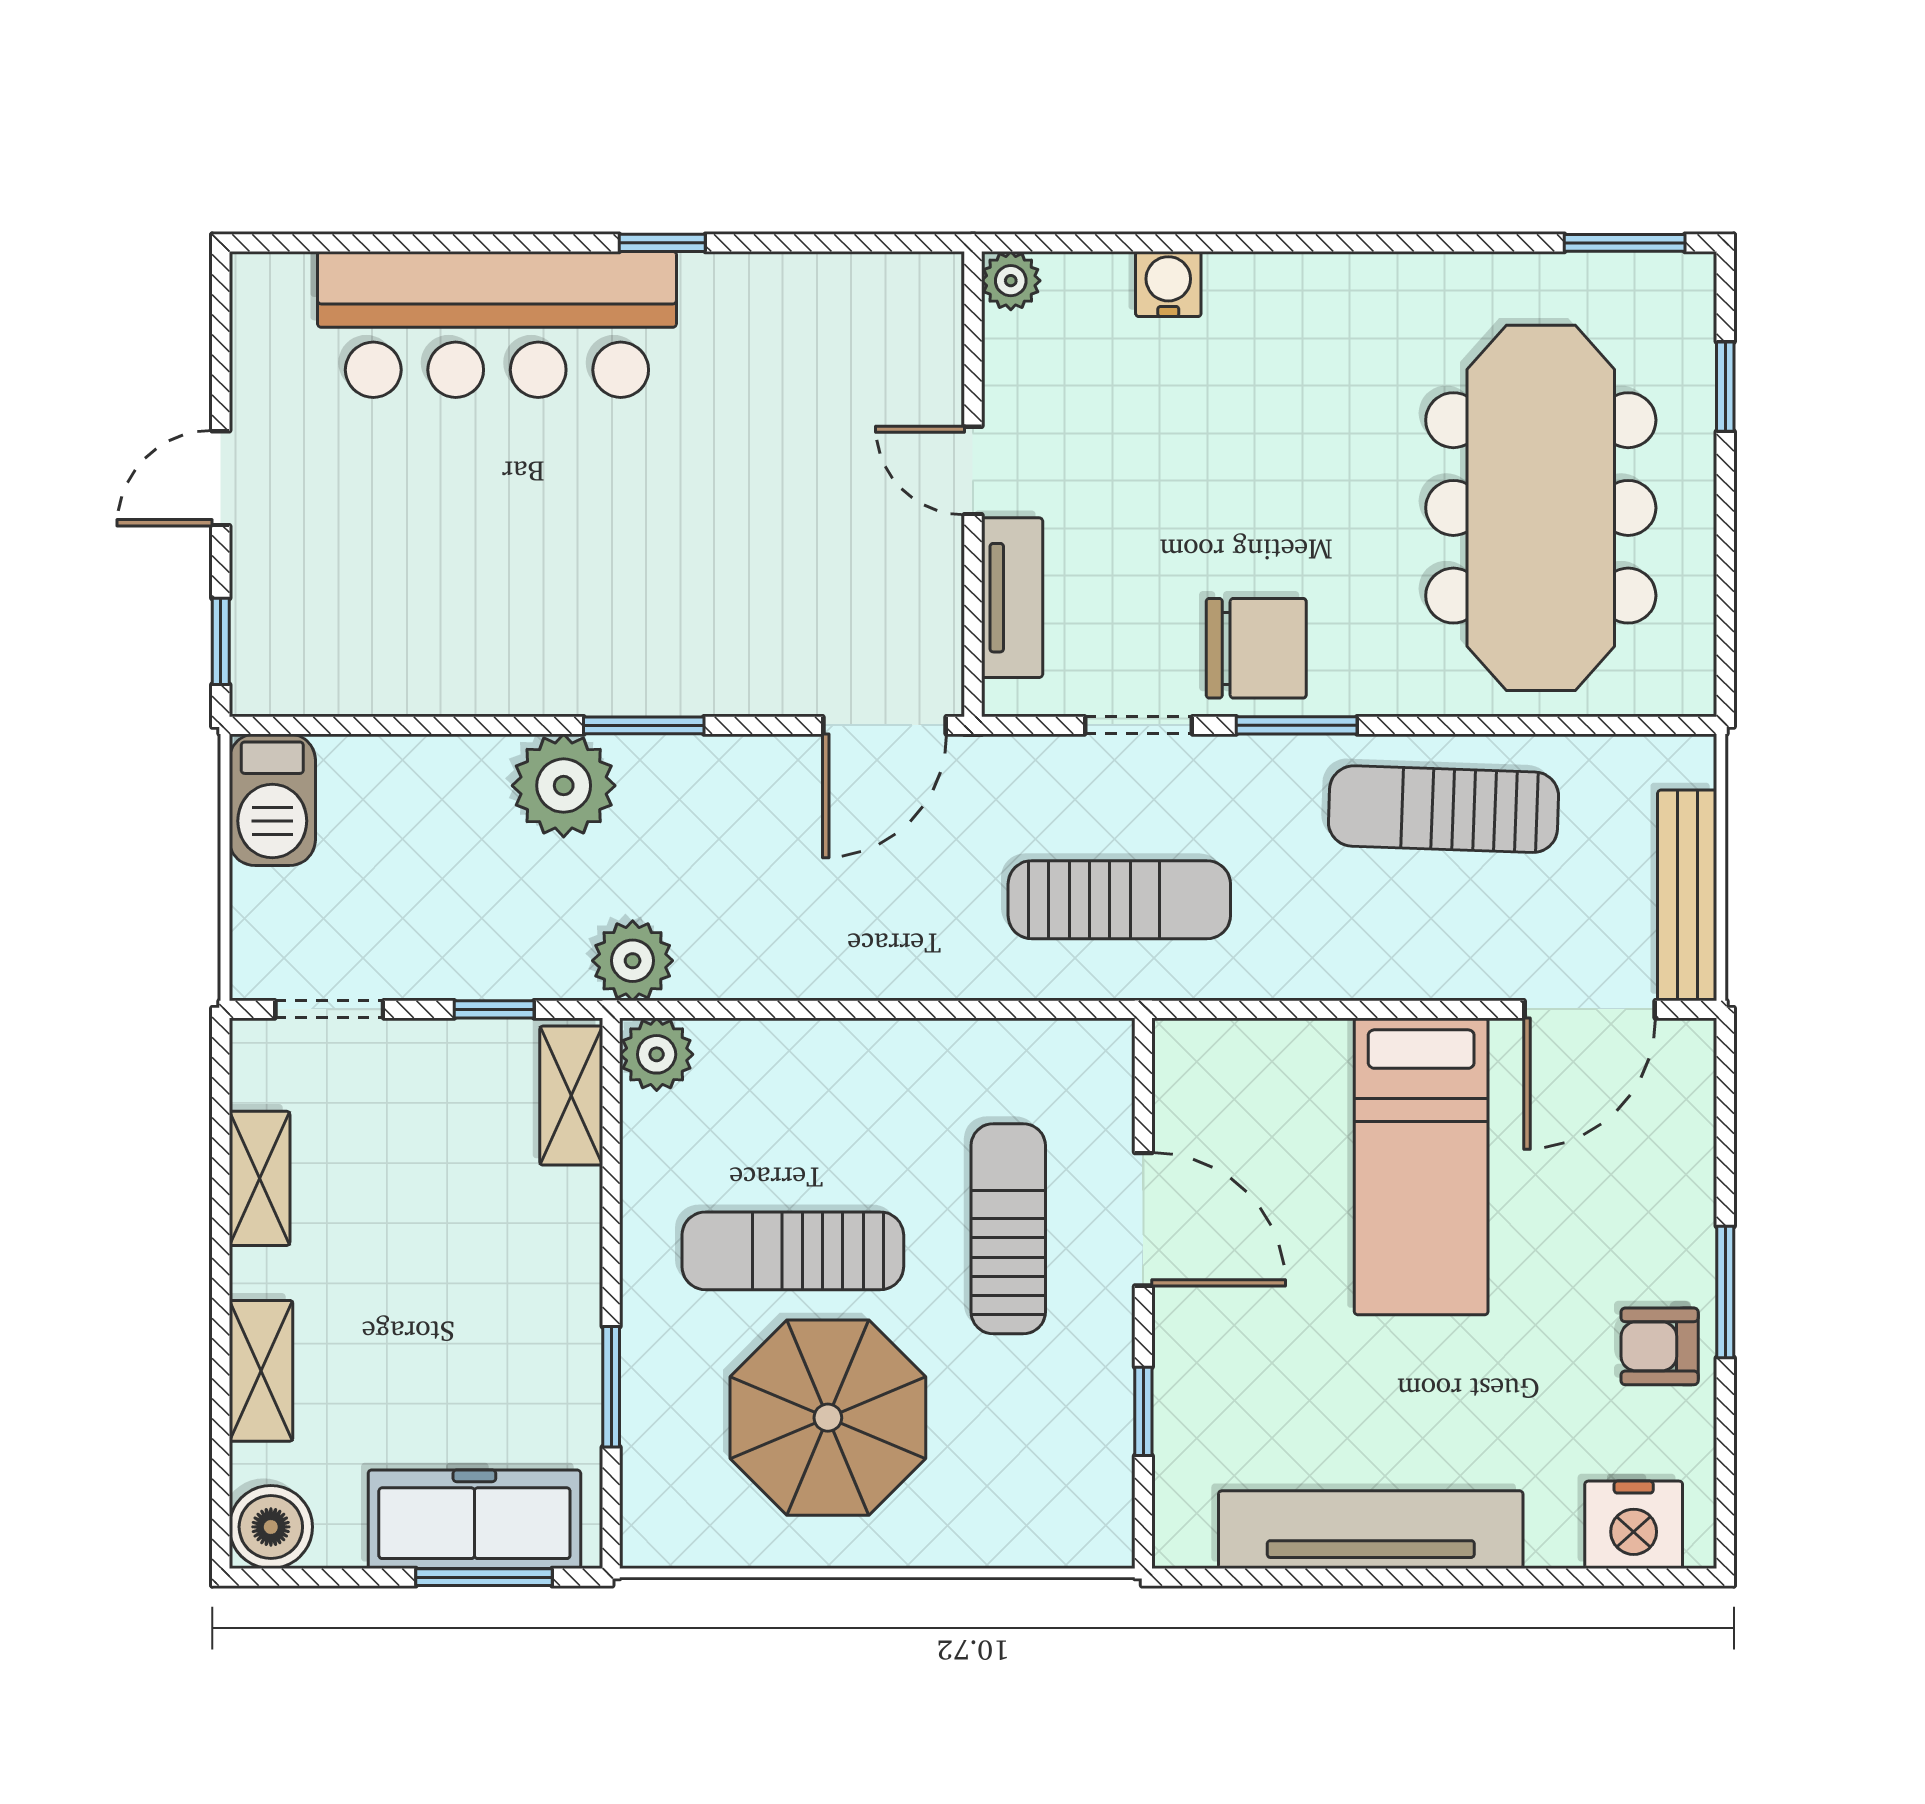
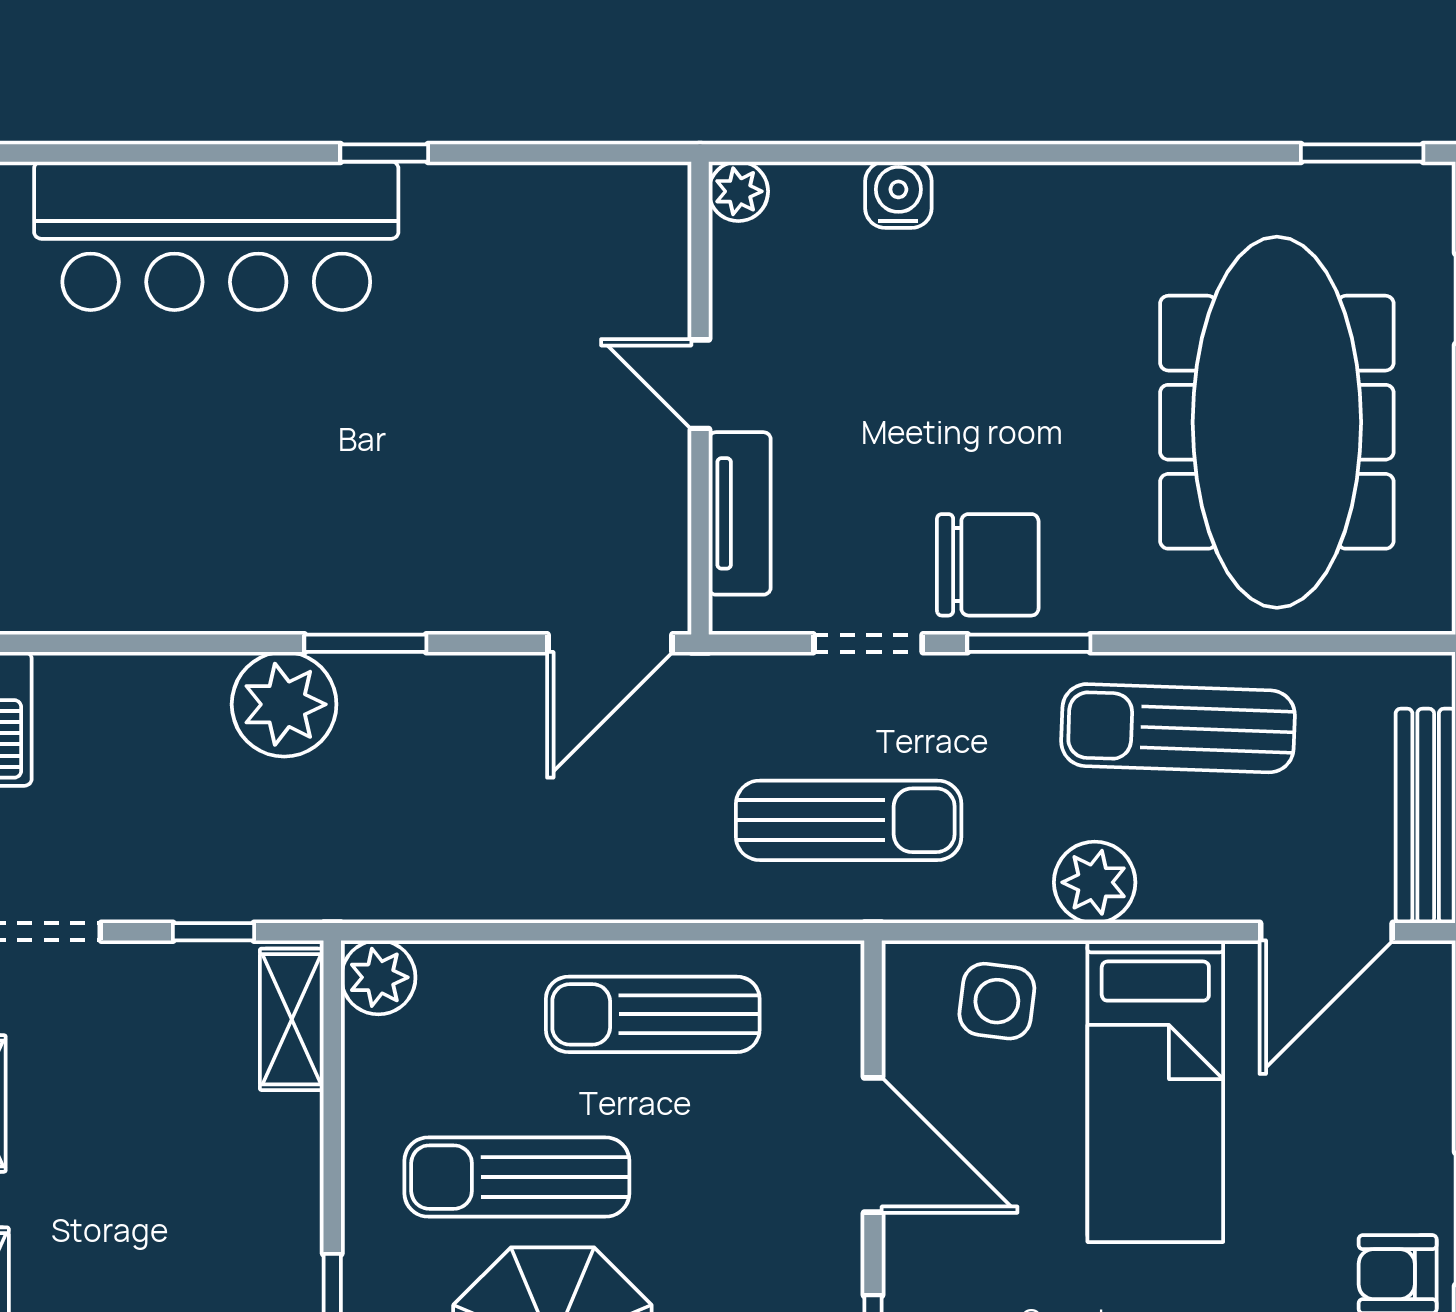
plant: (633, 961) -> (1095, 882), moved
side table: (1265, 1078) -> (997, 1001), added
sun lounger: (1008, 1229) -> (653, 1014), moved, turned -90

